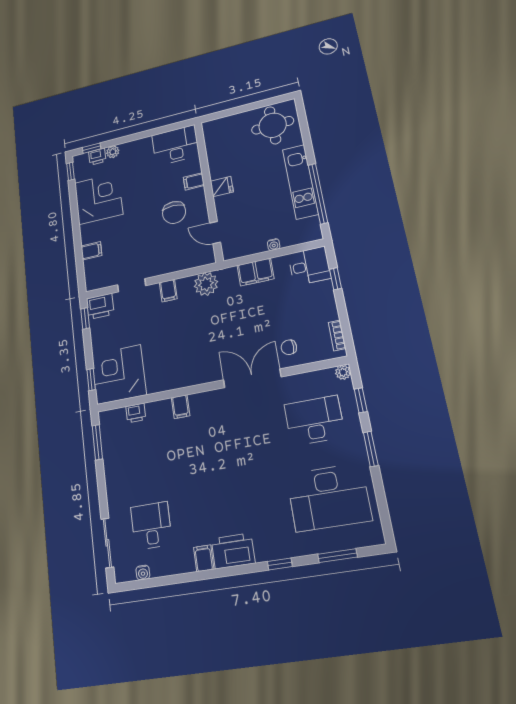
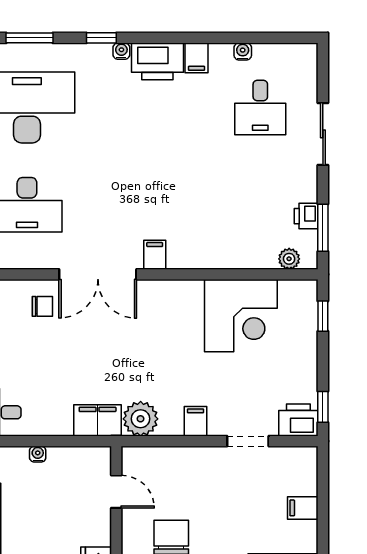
filing cabinet: (256, 272) -> (98, 420), moved
corner desk: (119, 374) -> (241, 316), moved
filing cabinet: (181, 407) -> (155, 255), moved
printer: (136, 413) -> (306, 216), moved, turned -90
plant: (118, 416) -> (289, 259), added
sliding door: (107, 543) -> (323, 134), moved
water cooler: (262, 555) -> (121, 51), added
water cooler: (143, 573) -> (243, 51), moved

